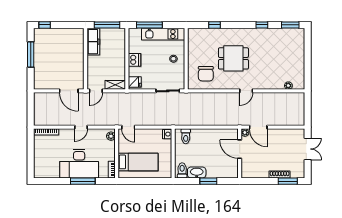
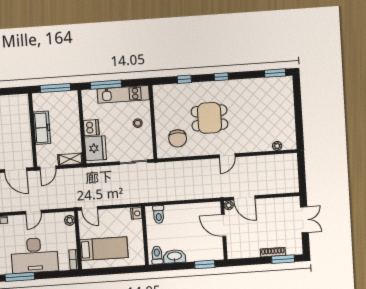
window: (262, 25) -> (221, 77), moved
freezer: (93, 42) -> (42, 128), moved
fridge: (135, 82) -> (95, 148), width x1.88, depth x1.34
window: (83, 181) -> (20, 277), moved
window: (208, 181) -> (205, 264), moved

